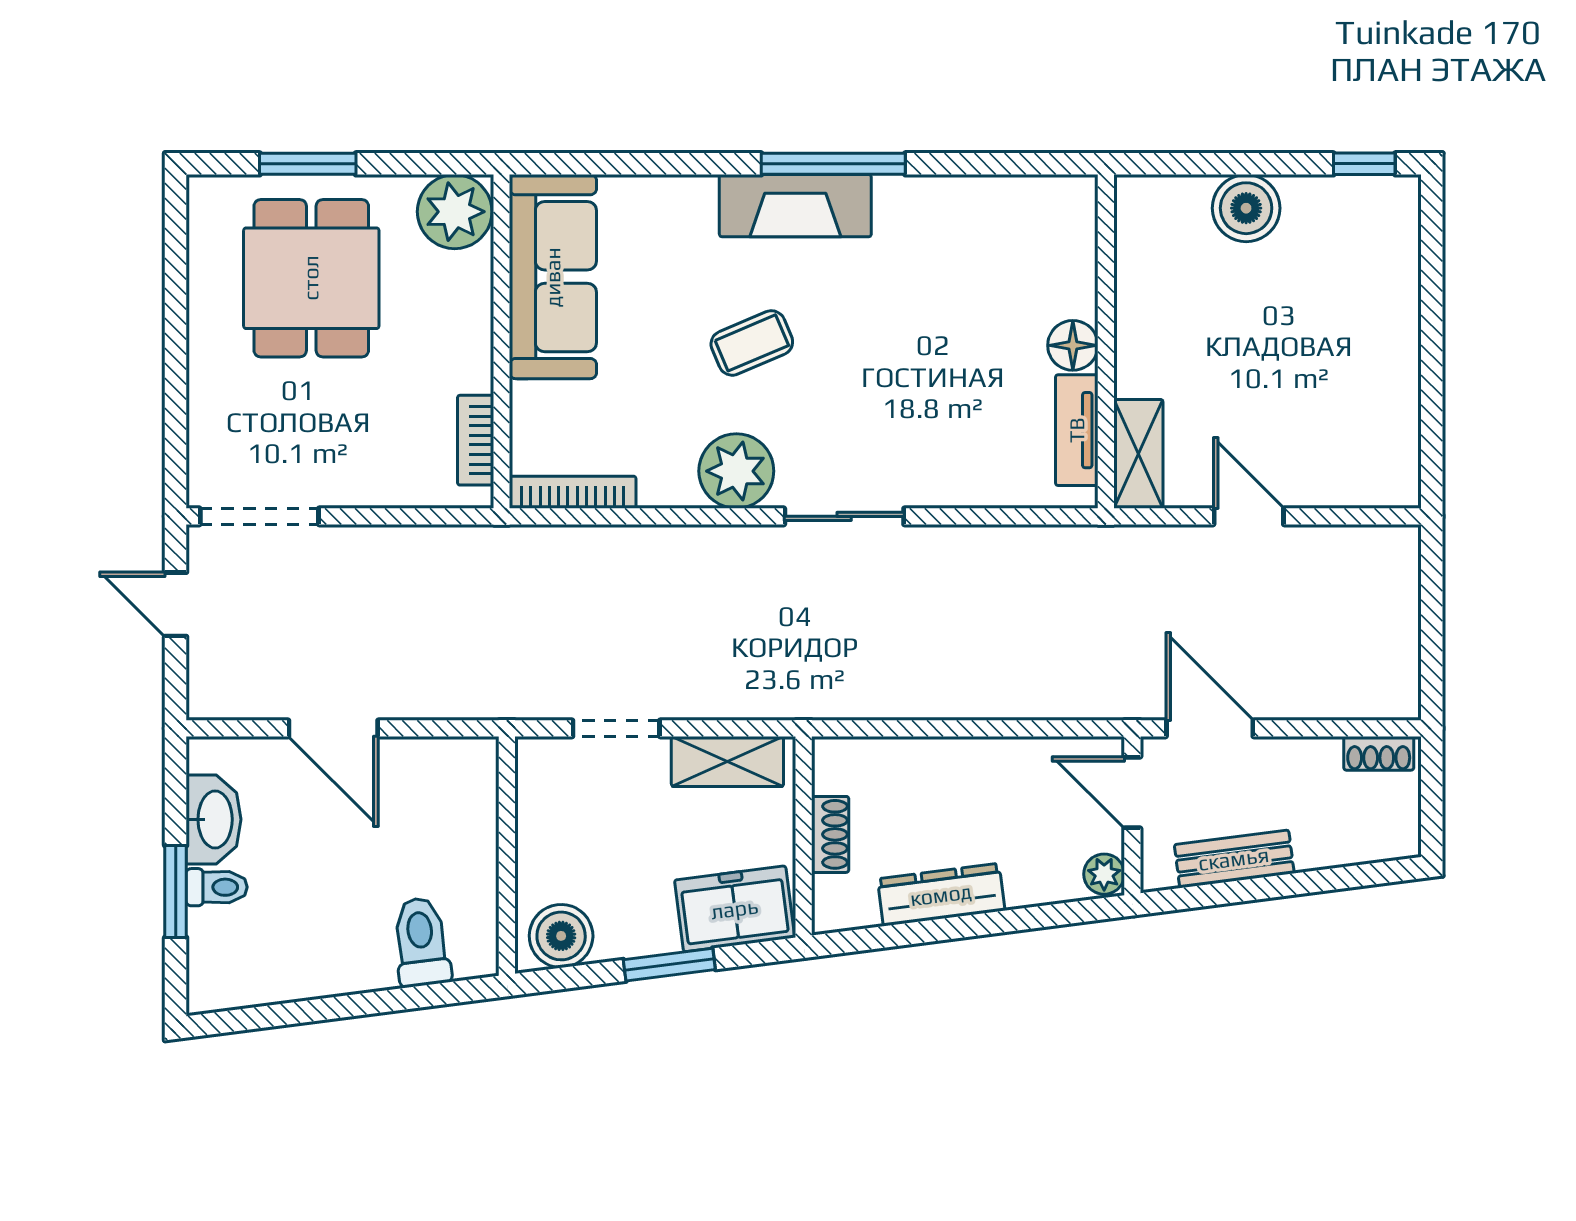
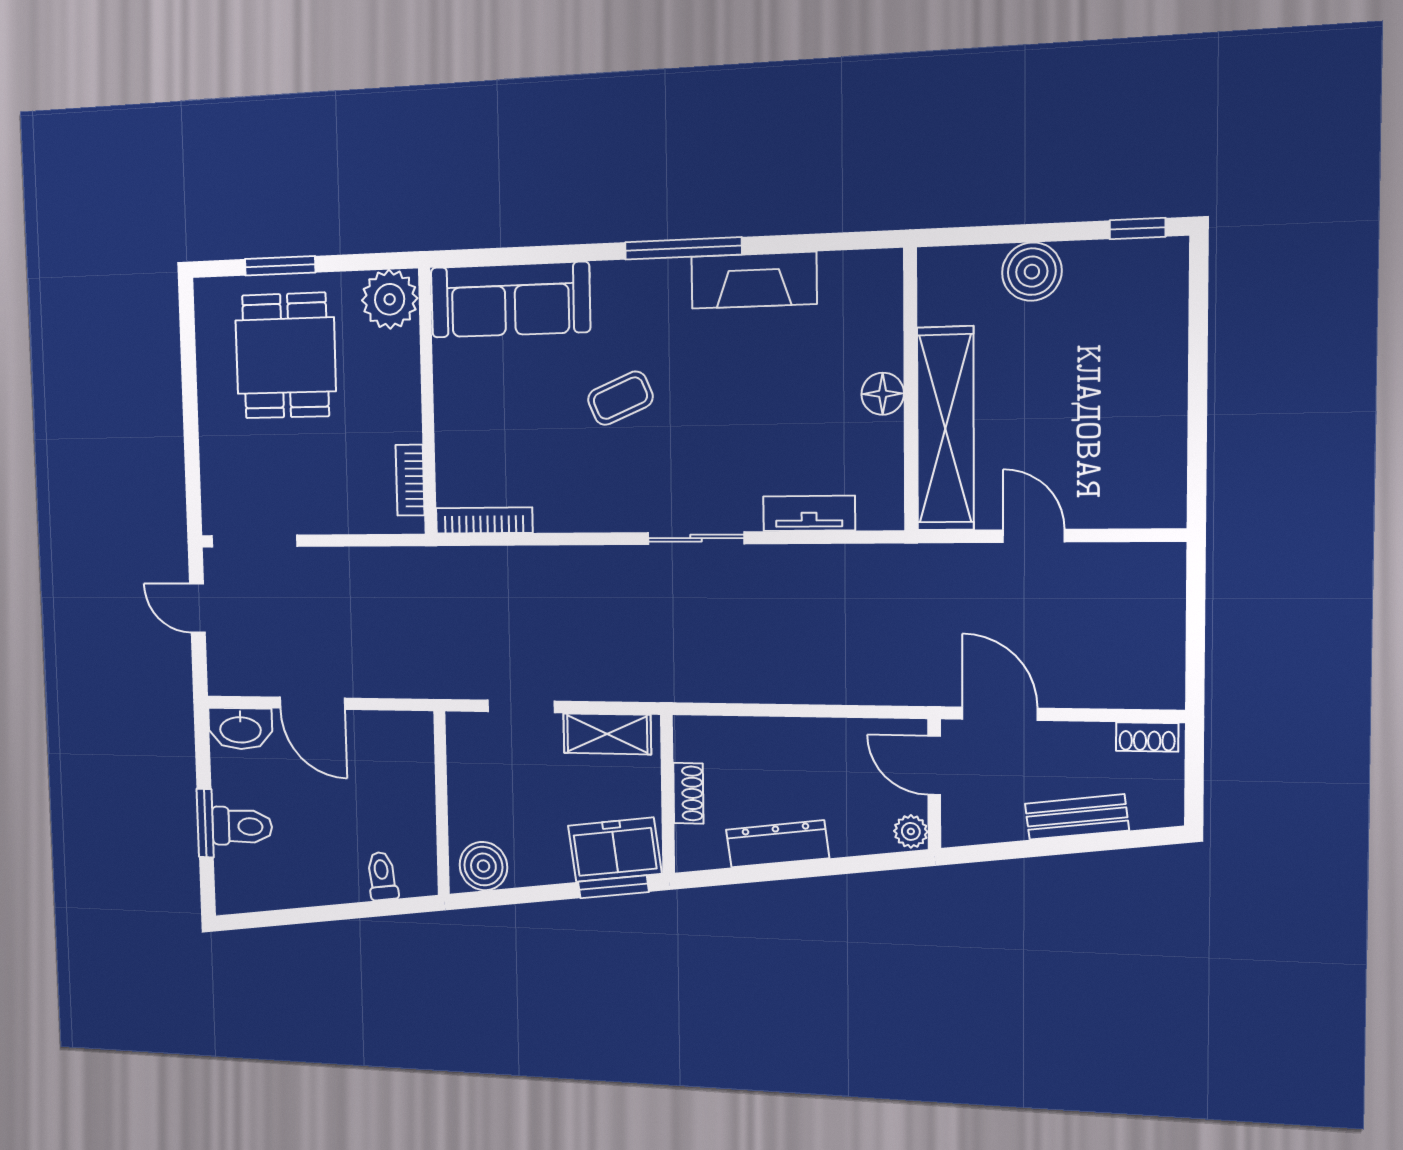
fireplace: (795, 206) -> (754, 280), moved
sofa: (553, 277) -> (510, 300), moved, turned 90
tv unit: (1077, 430) -> (809, 513), moved, turned 90
shelving: (1138, 454) -> (945, 429), width x2.20, depth x1.33
plant: (736, 471) -> (610, 502), removed
washbasin: (213, 819) -> (240, 729), moved, turned 90
bench: (1234, 859) -> (1077, 817), moved
toilet: (217, 887) -> (242, 826), width x1.37, depth x1.39
toilet: (421, 942) -> (382, 876), width x0.73, depth x0.72
window: (669, 965) -> (613, 887), moved

